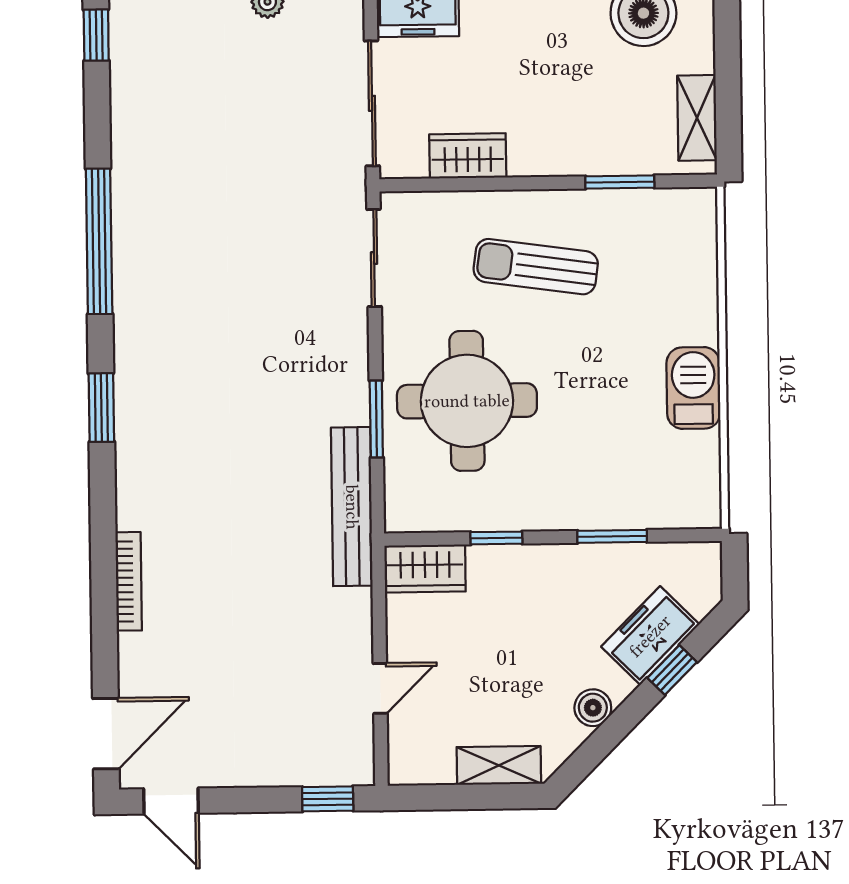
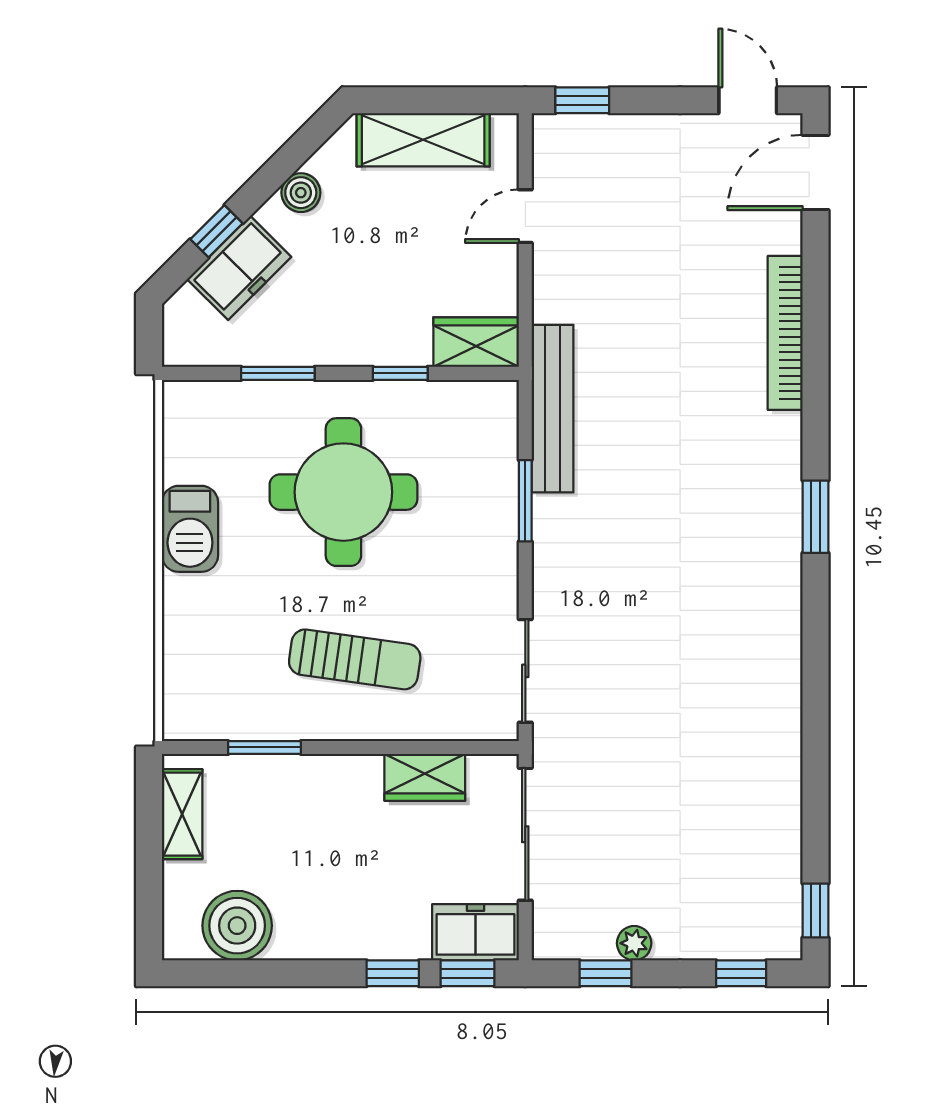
window: (99, 241) -> (816, 693), removed
round table: (467, 401) -> (343, 492), moved
bookcase: (129, 581) -> (785, 333), width x1.48, depth x1.31
shelving: (499, 765) -> (423, 140), width x1.50, depth x1.33

